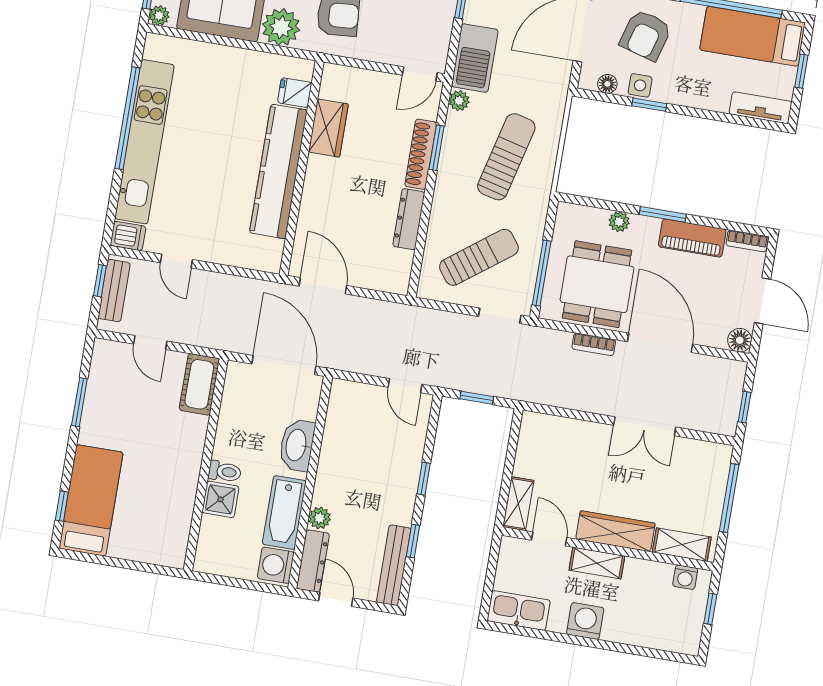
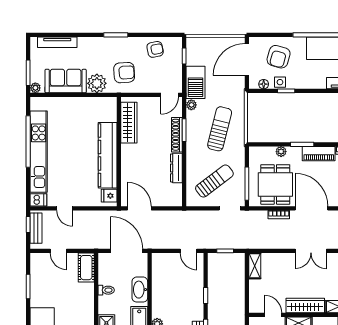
fridge: (295, 93) -> (109, 196), moved
wardrobe: (328, 128) -> (129, 123), width x1.50
toilet: (225, 472) -> (106, 290), moved
shelving: (518, 504) -> (255, 266), moved

